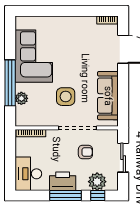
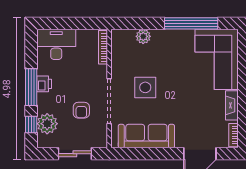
fireplace: (81, 21) -> (232, 105), added
corner sofa: (34, 56) -> (217, 59), moved, turned 90
window: (10, 83) -> (191, 23), moved
printer: (63, 181) -> (44, 84), width x0.53, depth x0.68

